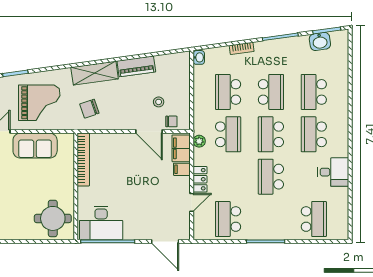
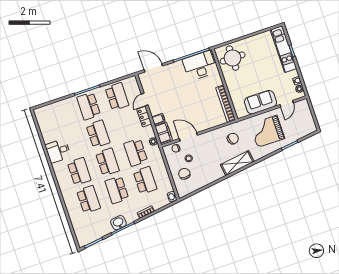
washbasin: (320, 41) -> (118, 223), moved
piano: (136, 66) -> (211, 177), removed
chair: (171, 83) -> (184, 174), added
school desk: (314, 219) -> (89, 106), moved

